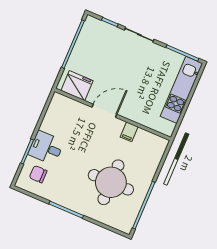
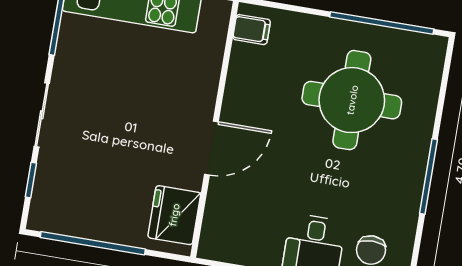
door: (104, 111) -> (211, 148), swing flipped
filing cabinet: (129, 132) -> (252, 30), moved

